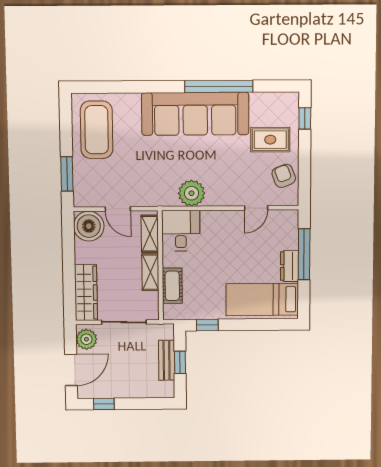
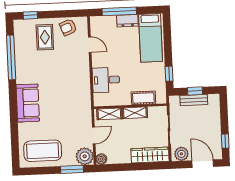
window: (219, 86) -> (11, 57), moved
sofa: (195, 114) -> (28, 103), width x0.54, depth x0.79
plant: (192, 193) -> (85, 156), moved
boiler: (89, 226) -> (101, 159), width x0.54, depth x0.54
desk: (181, 231) -> (106, 80), moved

